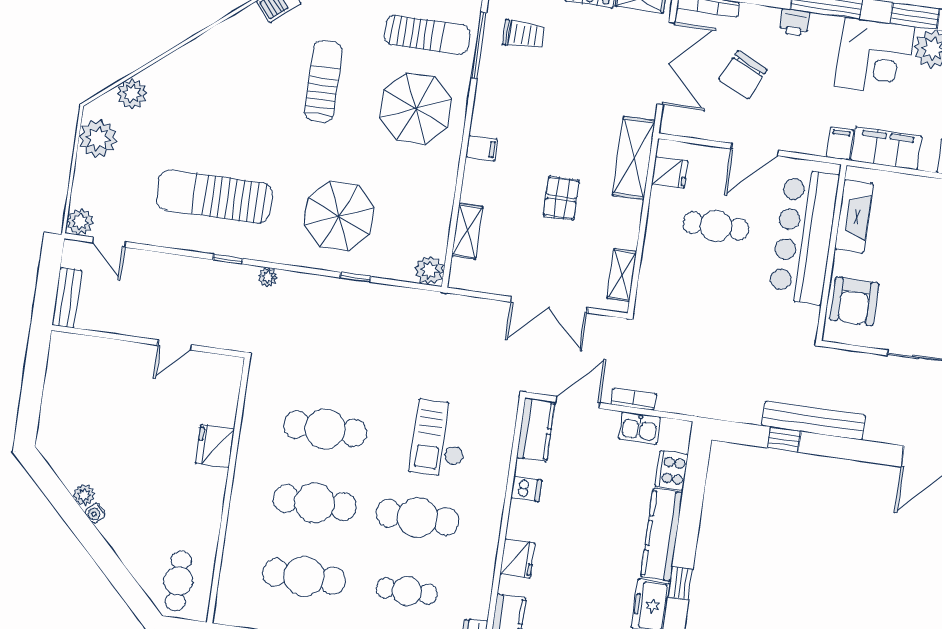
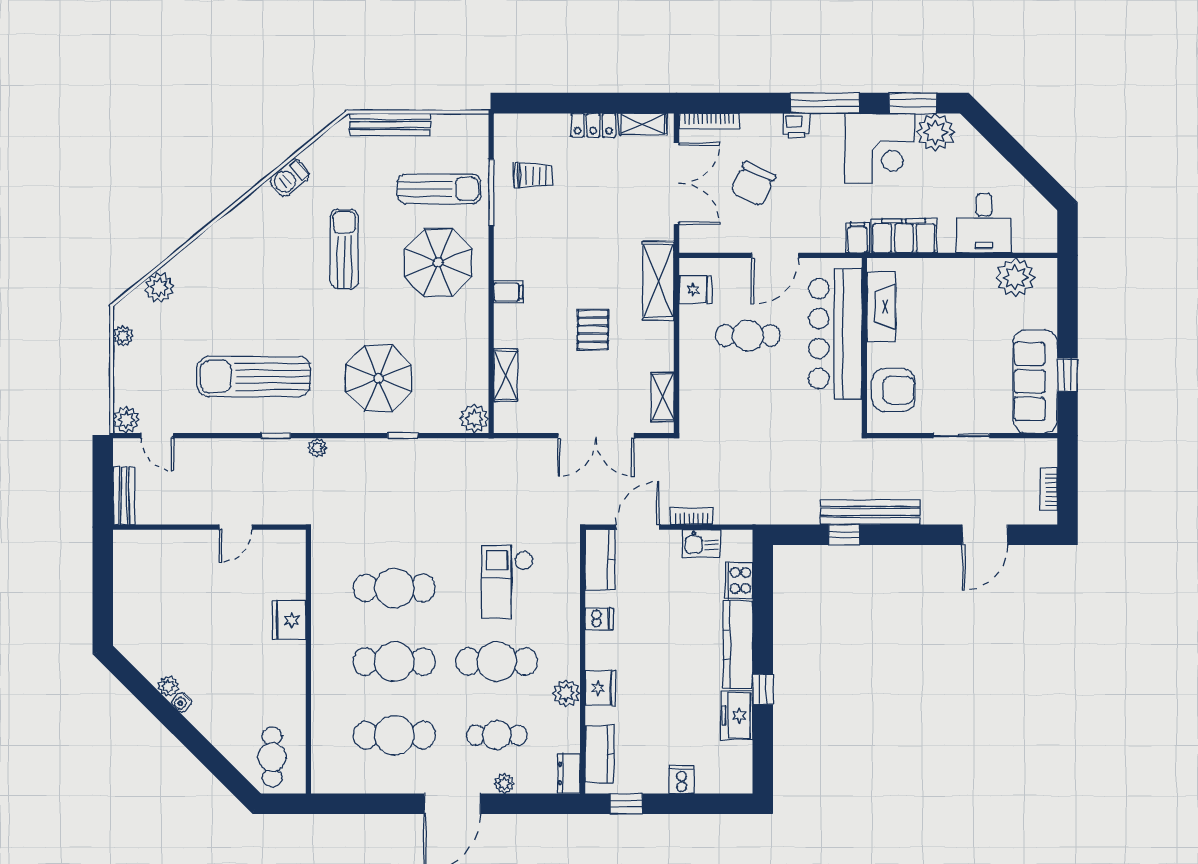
plant: (98, 139) -> (123, 336), width x0.53, depth x0.53
armchair: (854, 301) -> (893, 390), turned -90
plant: (483, 559) -> (566, 693), added

